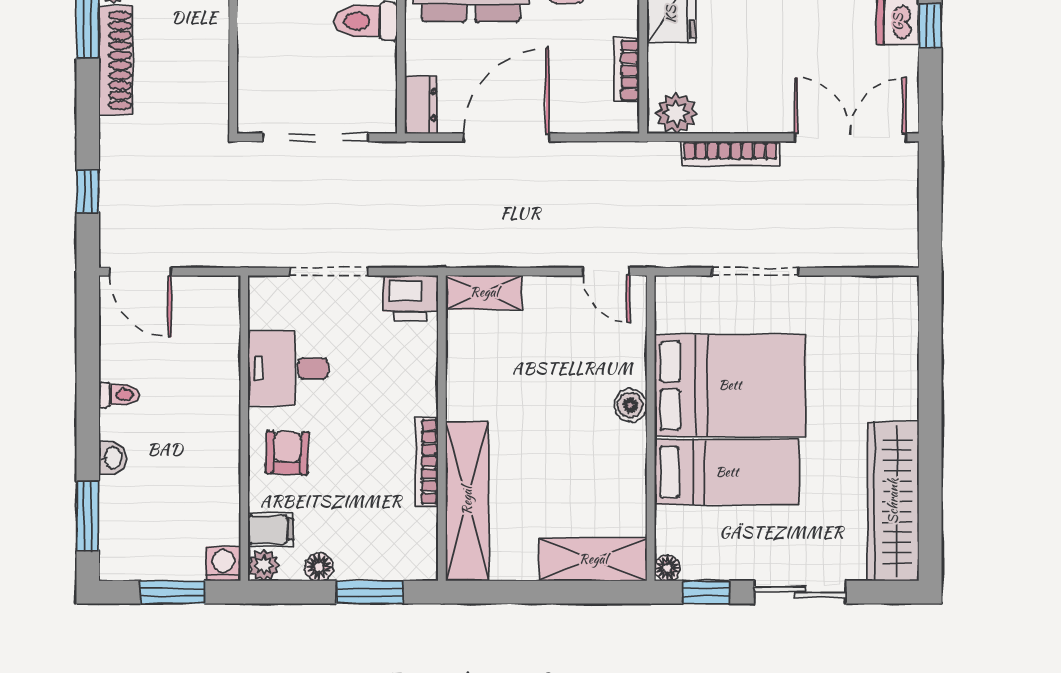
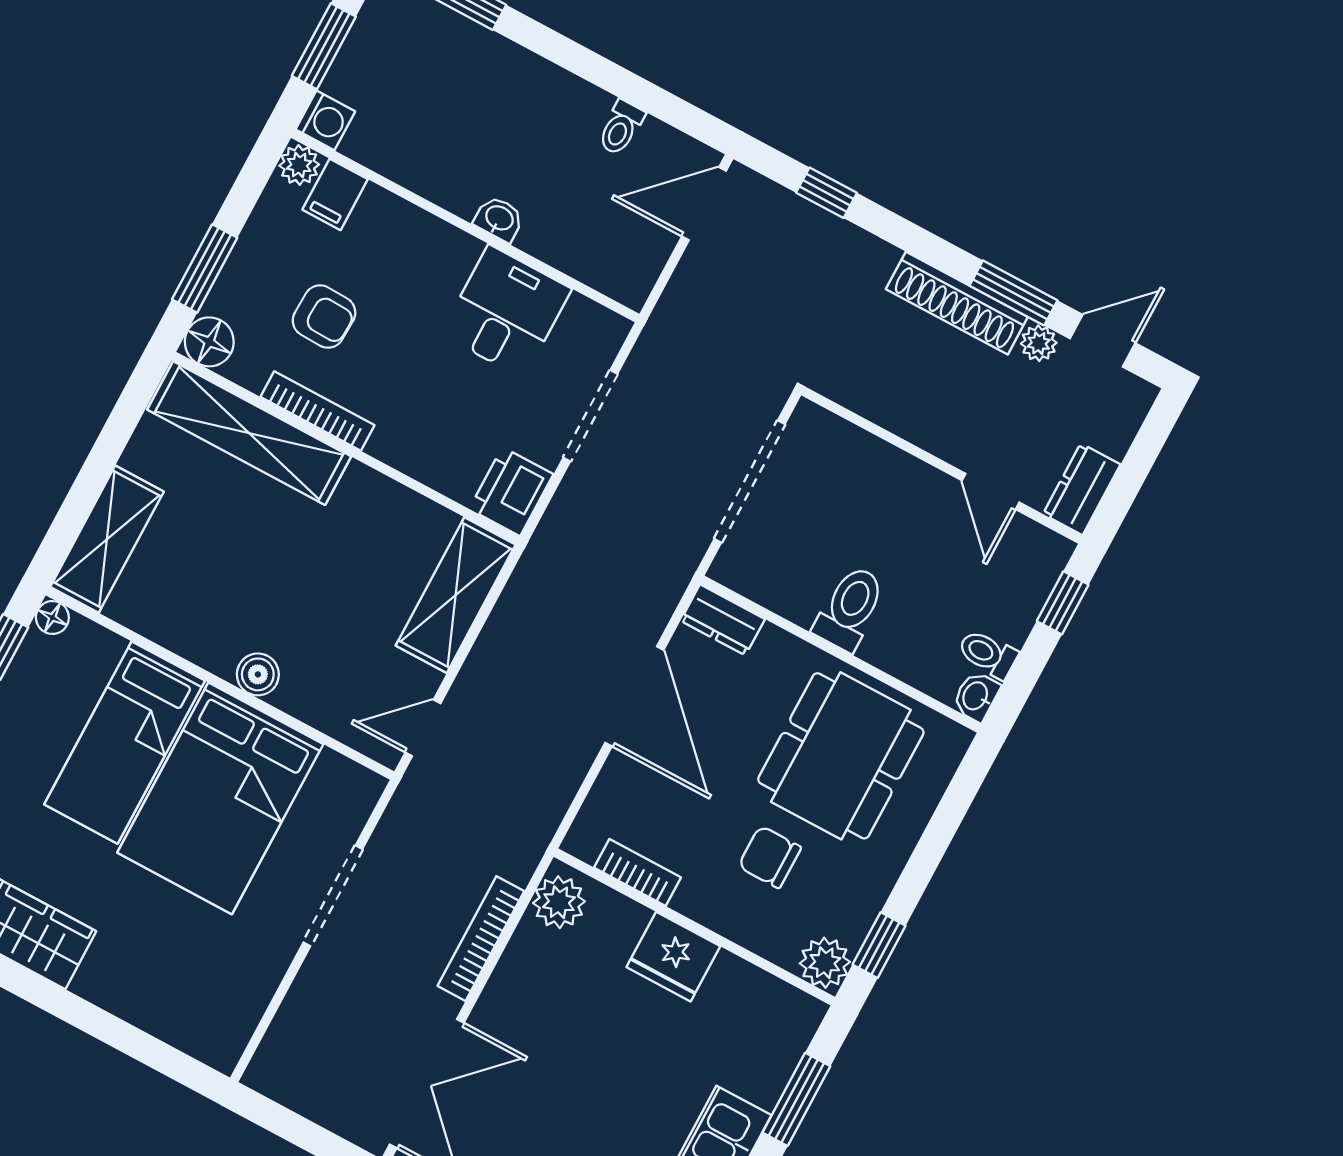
shelving: (484, 292) -> (456, 595), width x1.50, depth x1.33
toilet: (119, 395) -> (621, 128), moved
armchair: (287, 453) -> (324, 317), moved
washbasin: (113, 458) -> (499, 219), moved, turned 180
floor lamp: (319, 567) -> (209, 342), moved, width x1.37, depth x1.37

